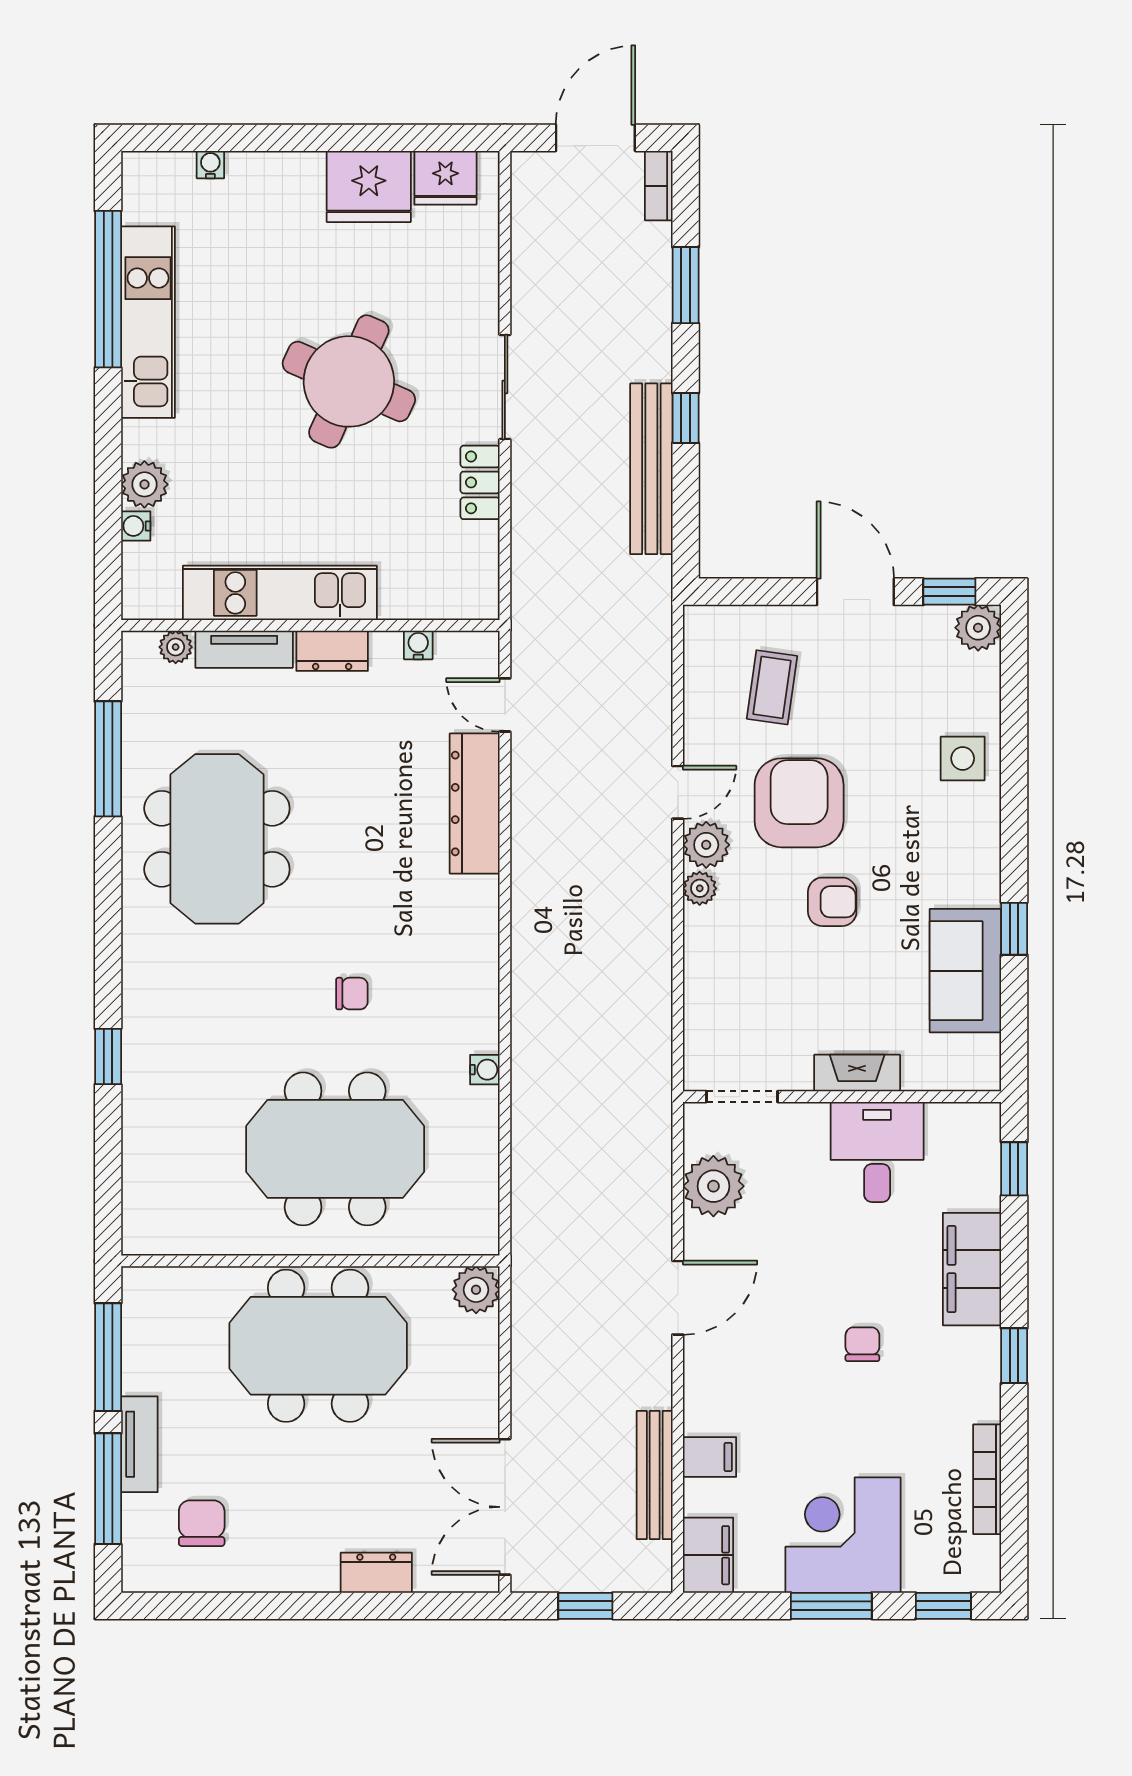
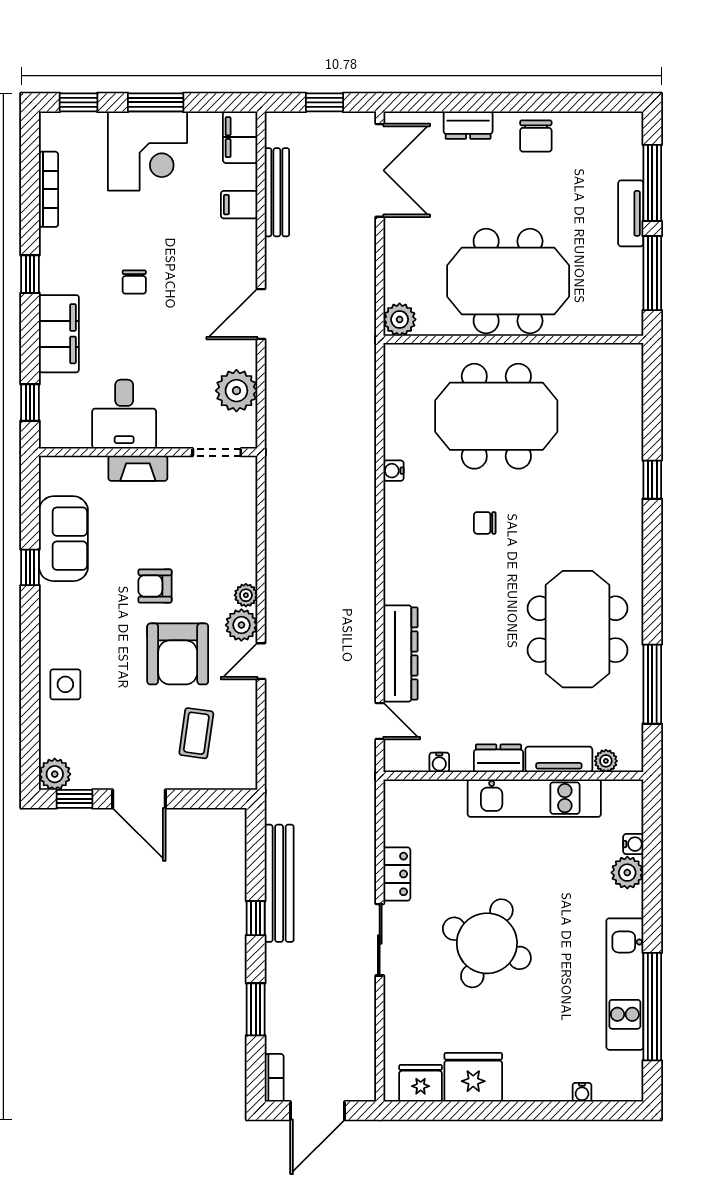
chair: (202, 1523) -> (536, 136), moved

